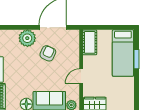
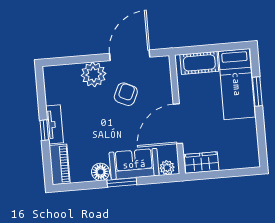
cot: (90, 42) -> (199, 63), moved, turned 90
door: (81, 76) -> (178, 124), width x1.87

